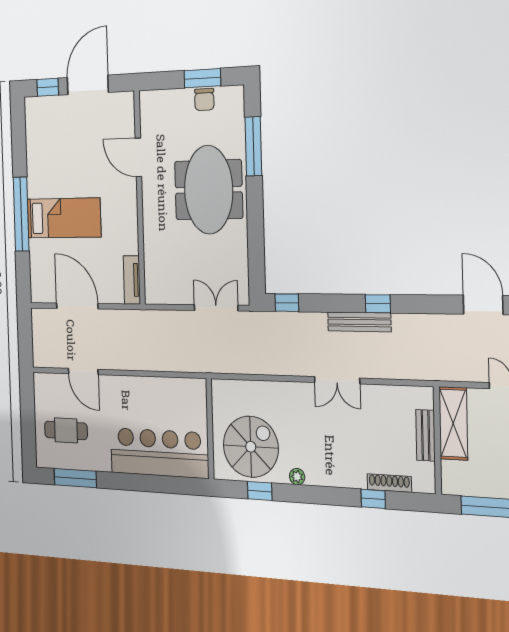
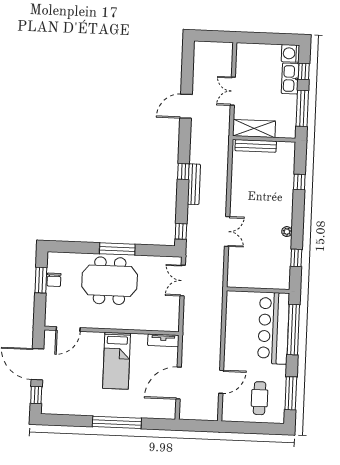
chair: (204, 99) -> (54, 280), turned 90
window: (253, 146) -> (117, 249), moved
door: (138, 157) -> (68, 329), moved
bed: (64, 218) -> (117, 361), moved, turned 180
double door: (337, 380) -> (227, 232), moved
bench: (426, 435) -> (256, 146), width x1.36
spiral stairs: (251, 447) -> (269, 262), removed
shoe rack: (389, 483) -> (290, 171), removed
window: (159, 484) -> (293, 330), added

